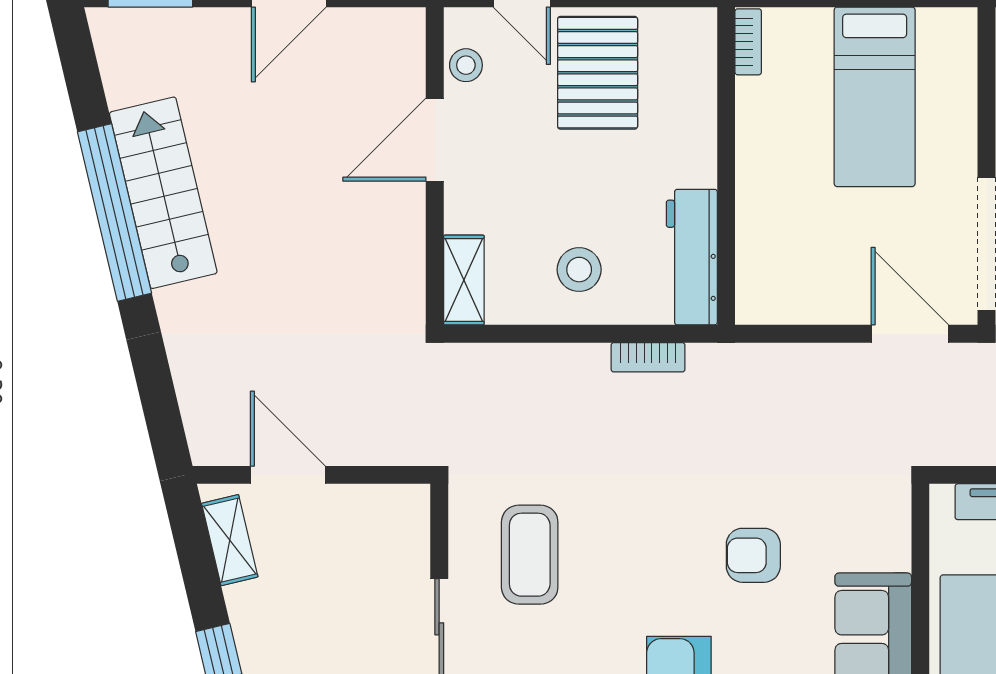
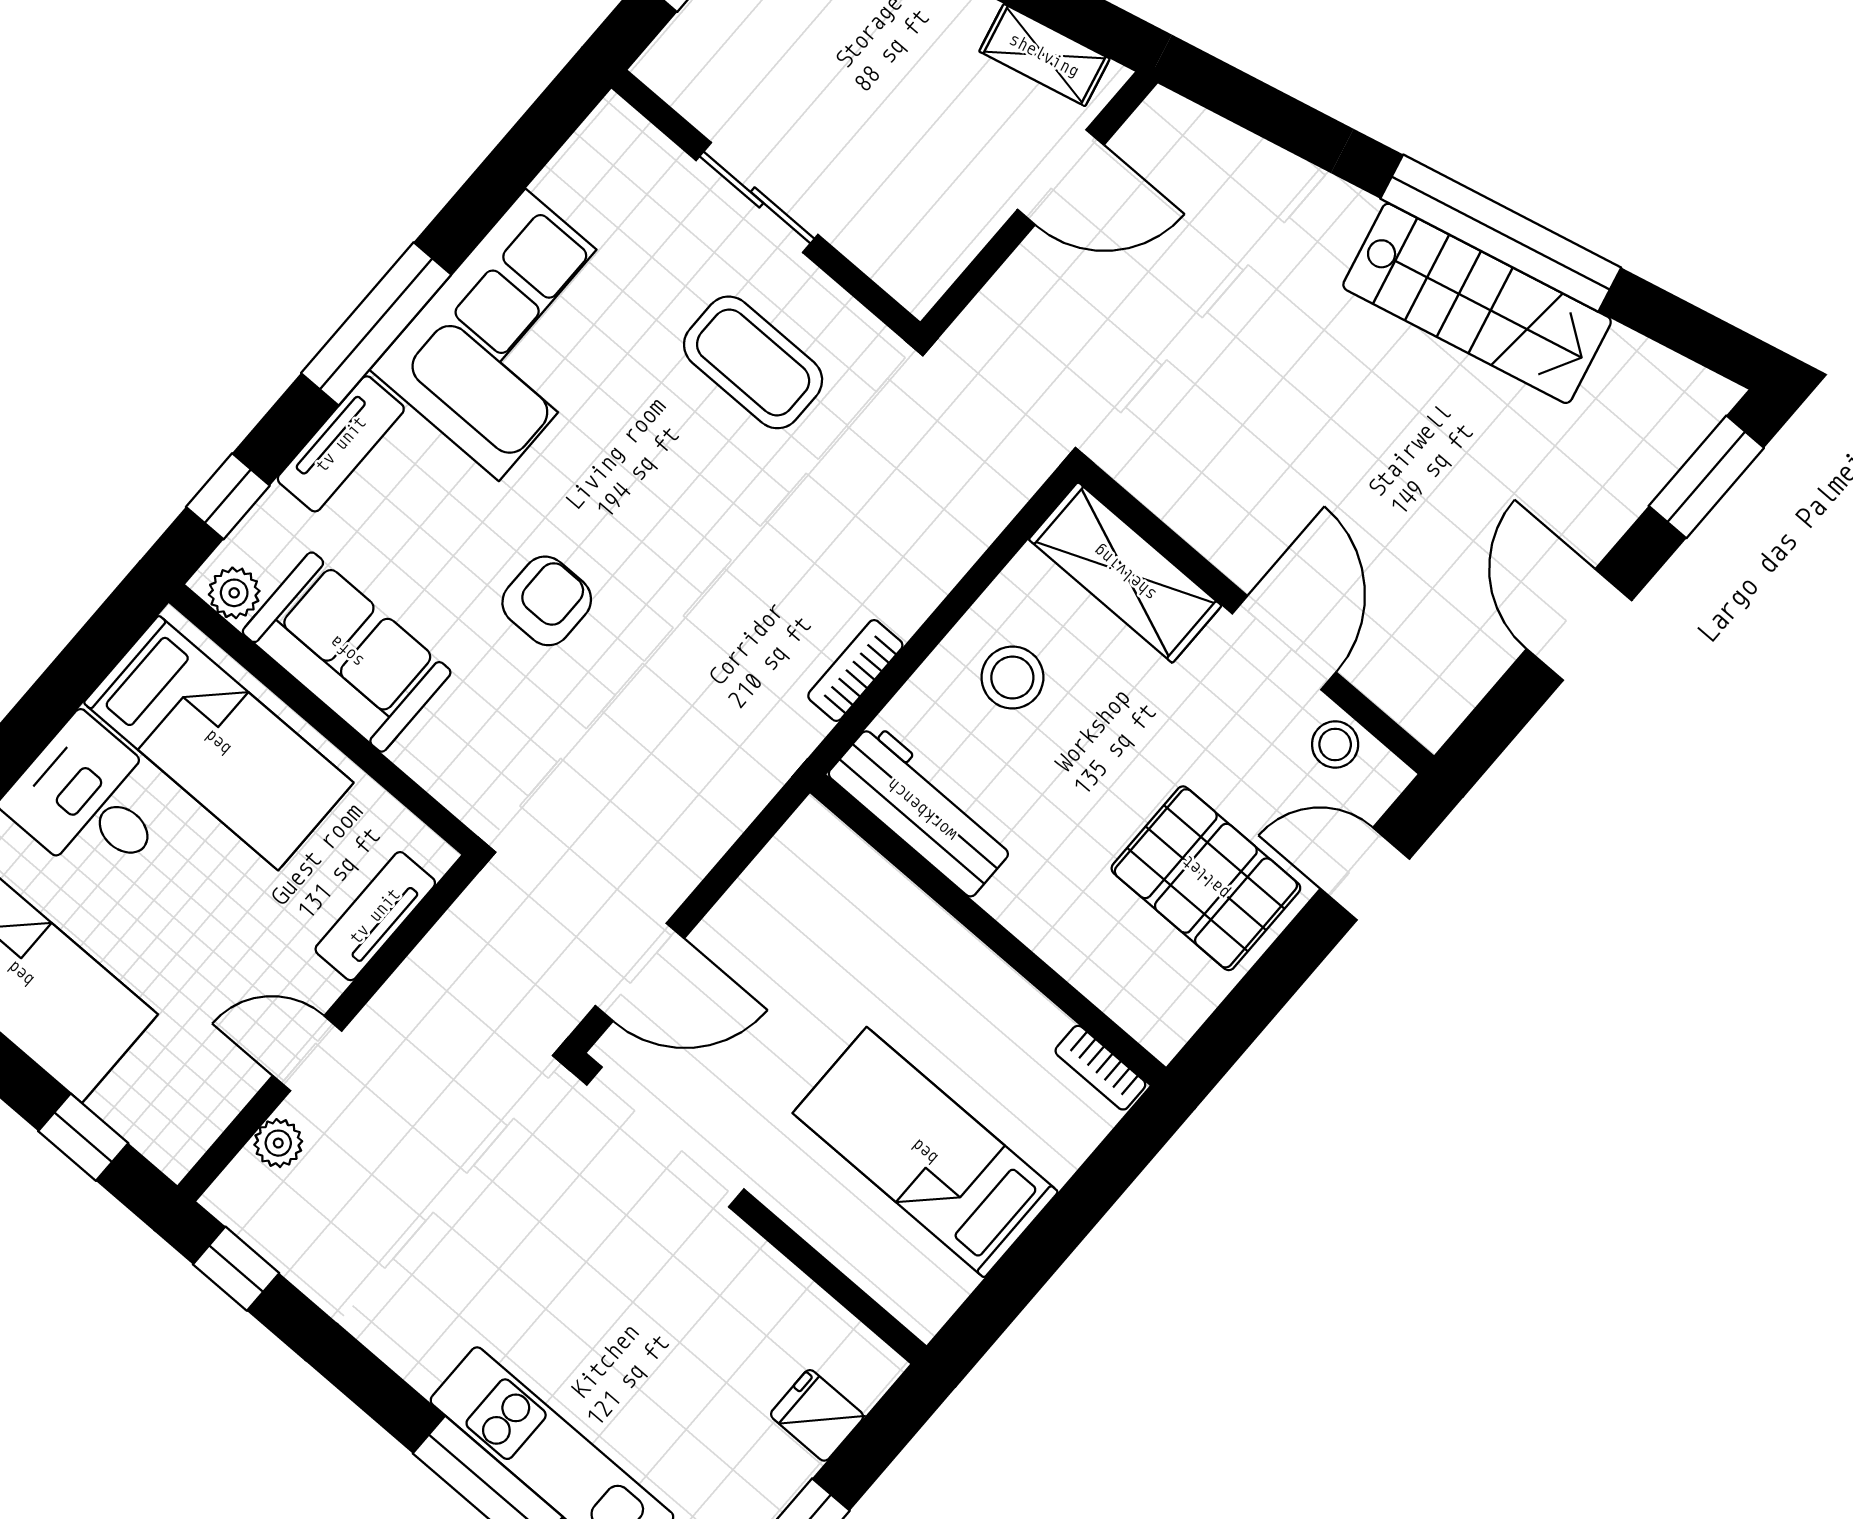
shelving: (464, 280) -> (1125, 573), width x1.50, depth x1.33

